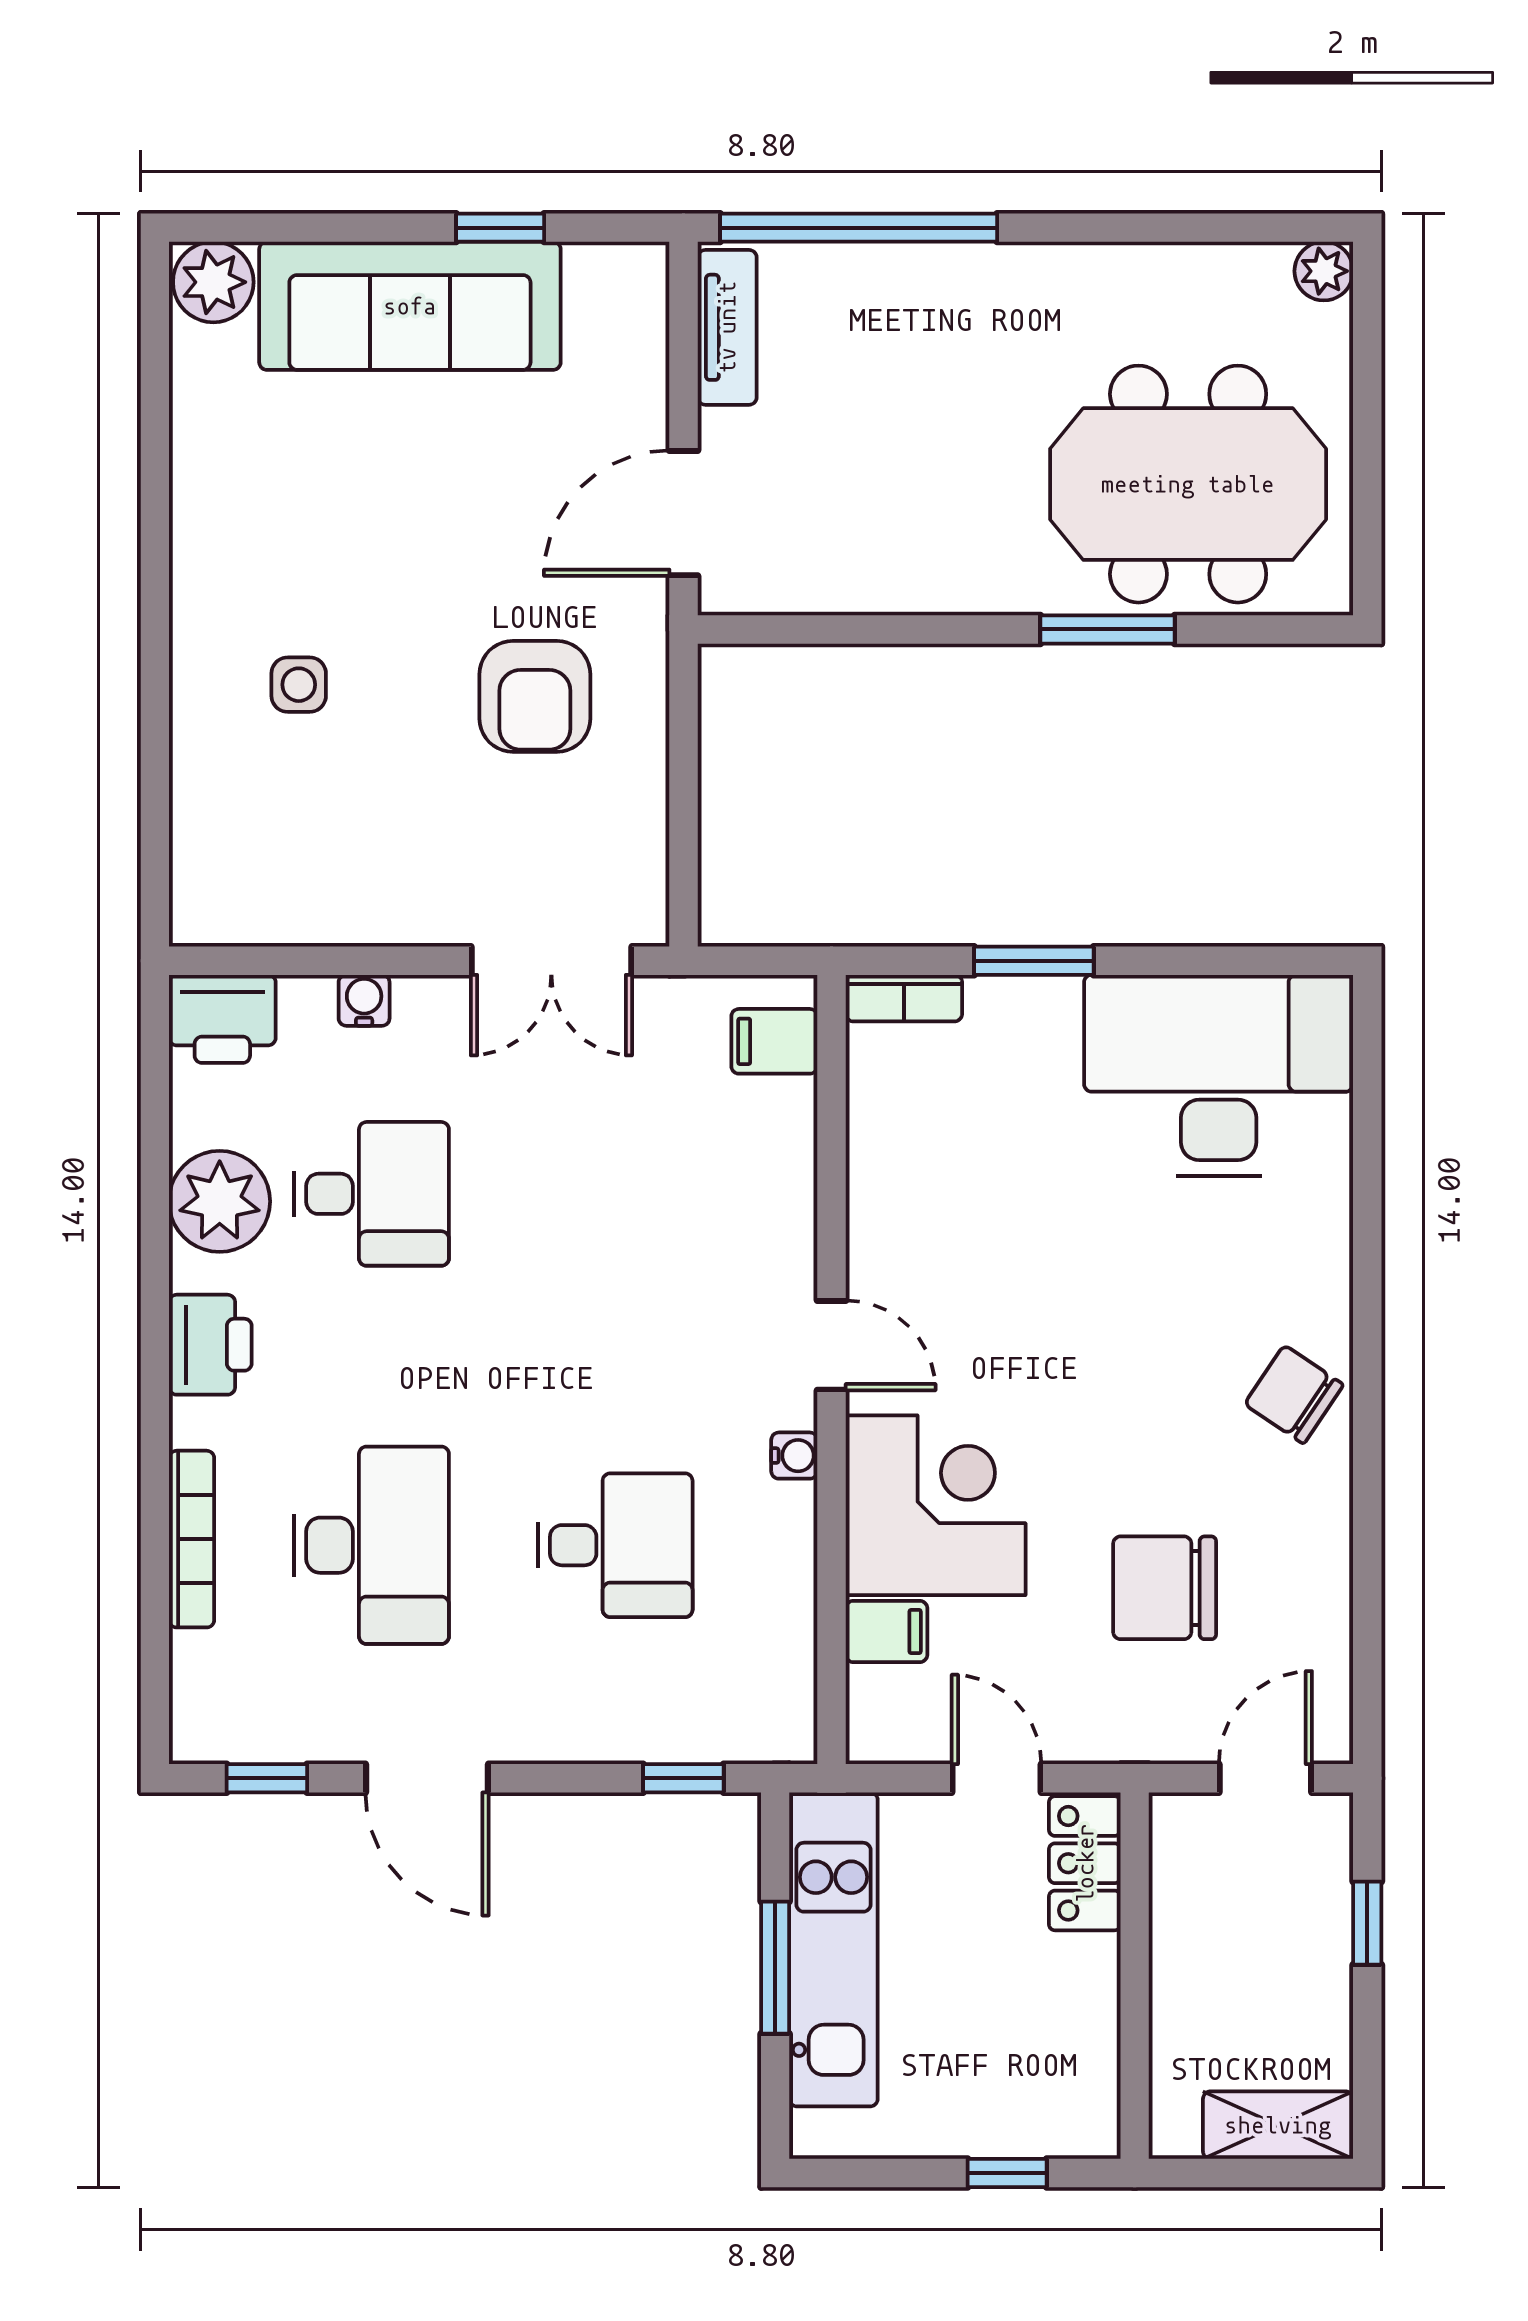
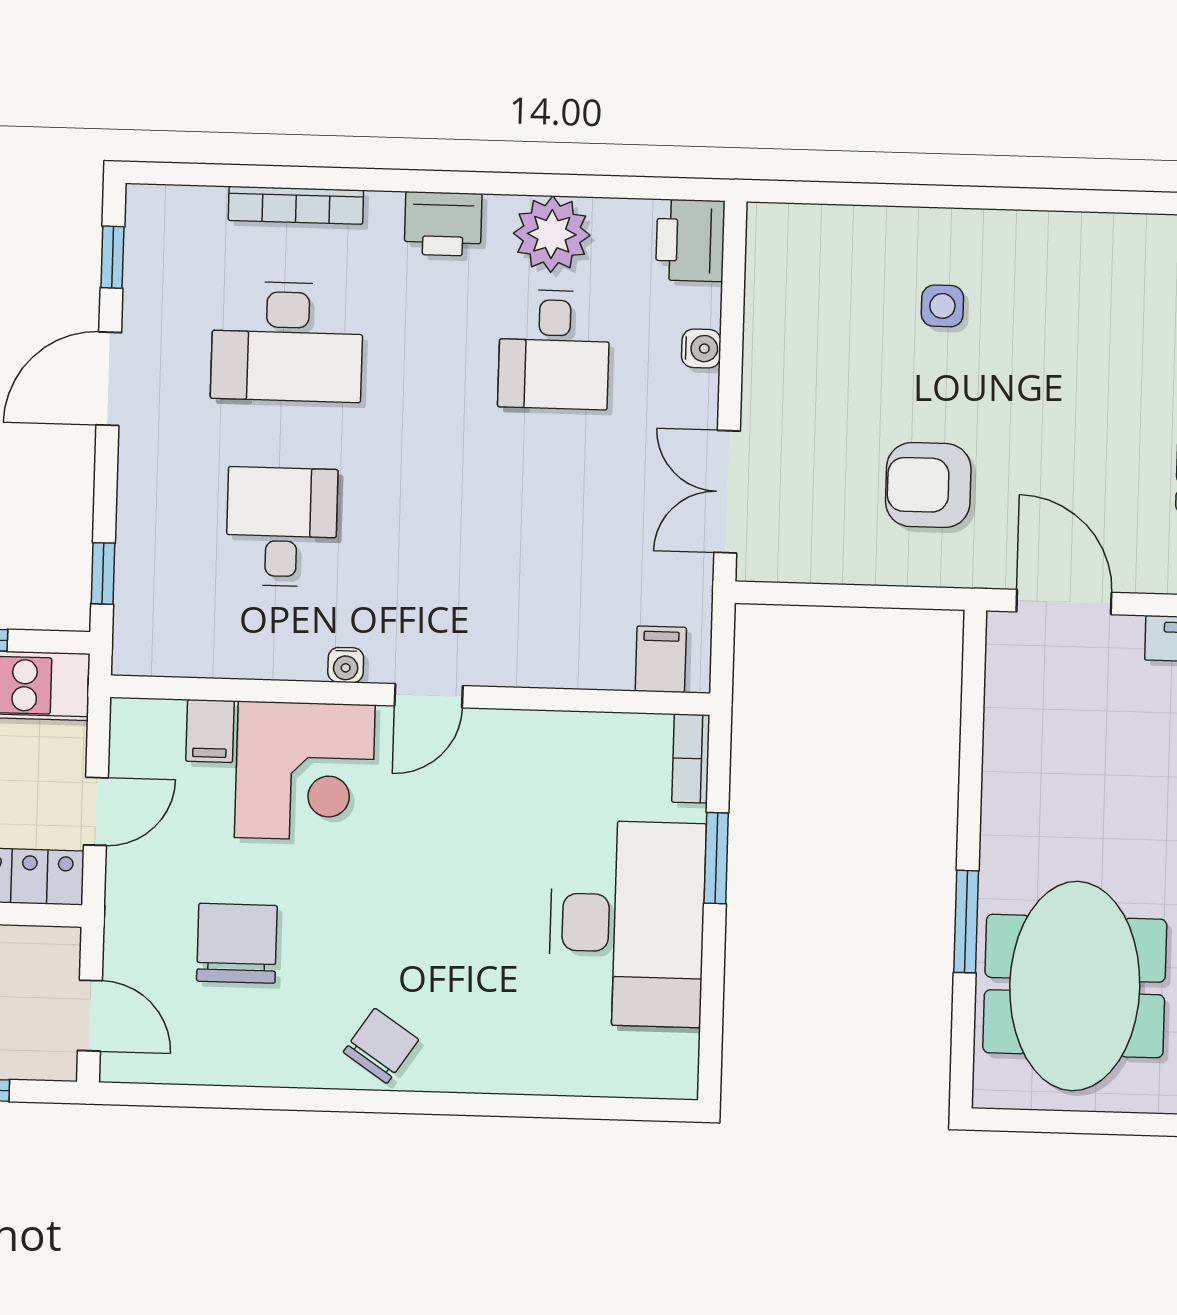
desk: (1219, 1076) -> (627, 924), moved
desk: (615, 1545) -> (282, 527), turned 180

